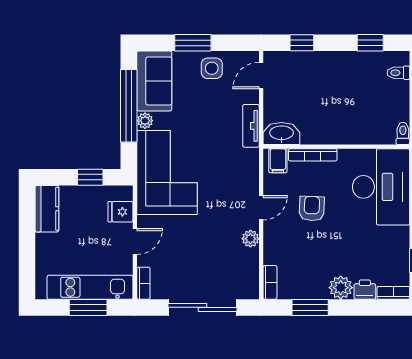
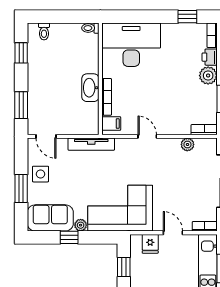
window: (302, 43) -> (21, 105), width x1.50
window: (129, 106) -> (69, 237), width x0.32
tv unit: (251, 126) -> (91, 144), width x1.41
washbasin: (281, 133) -> (90, 88), moved
armchair: (312, 209) -> (148, 98), removed
plant: (250, 239) -> (187, 144), moved

